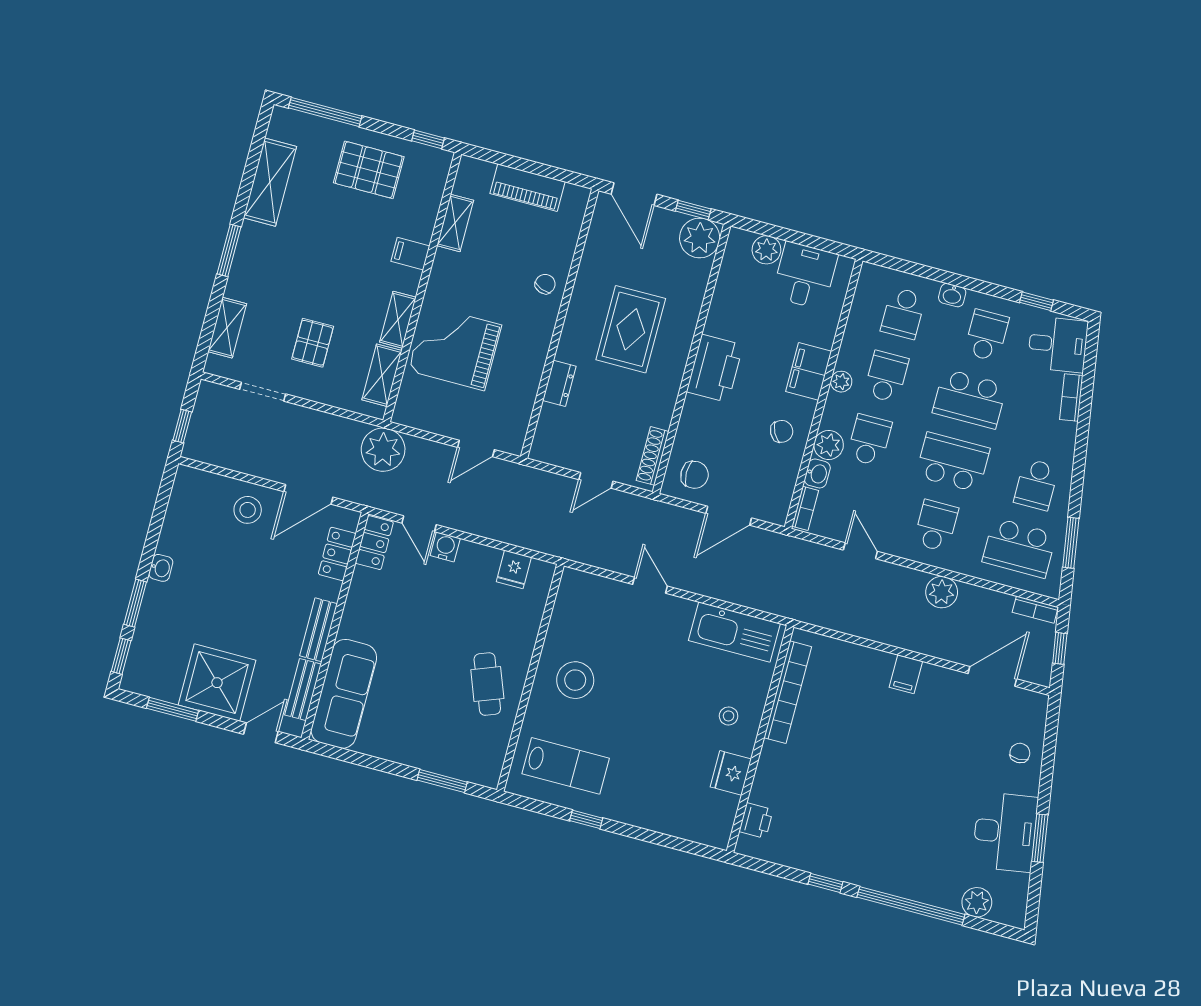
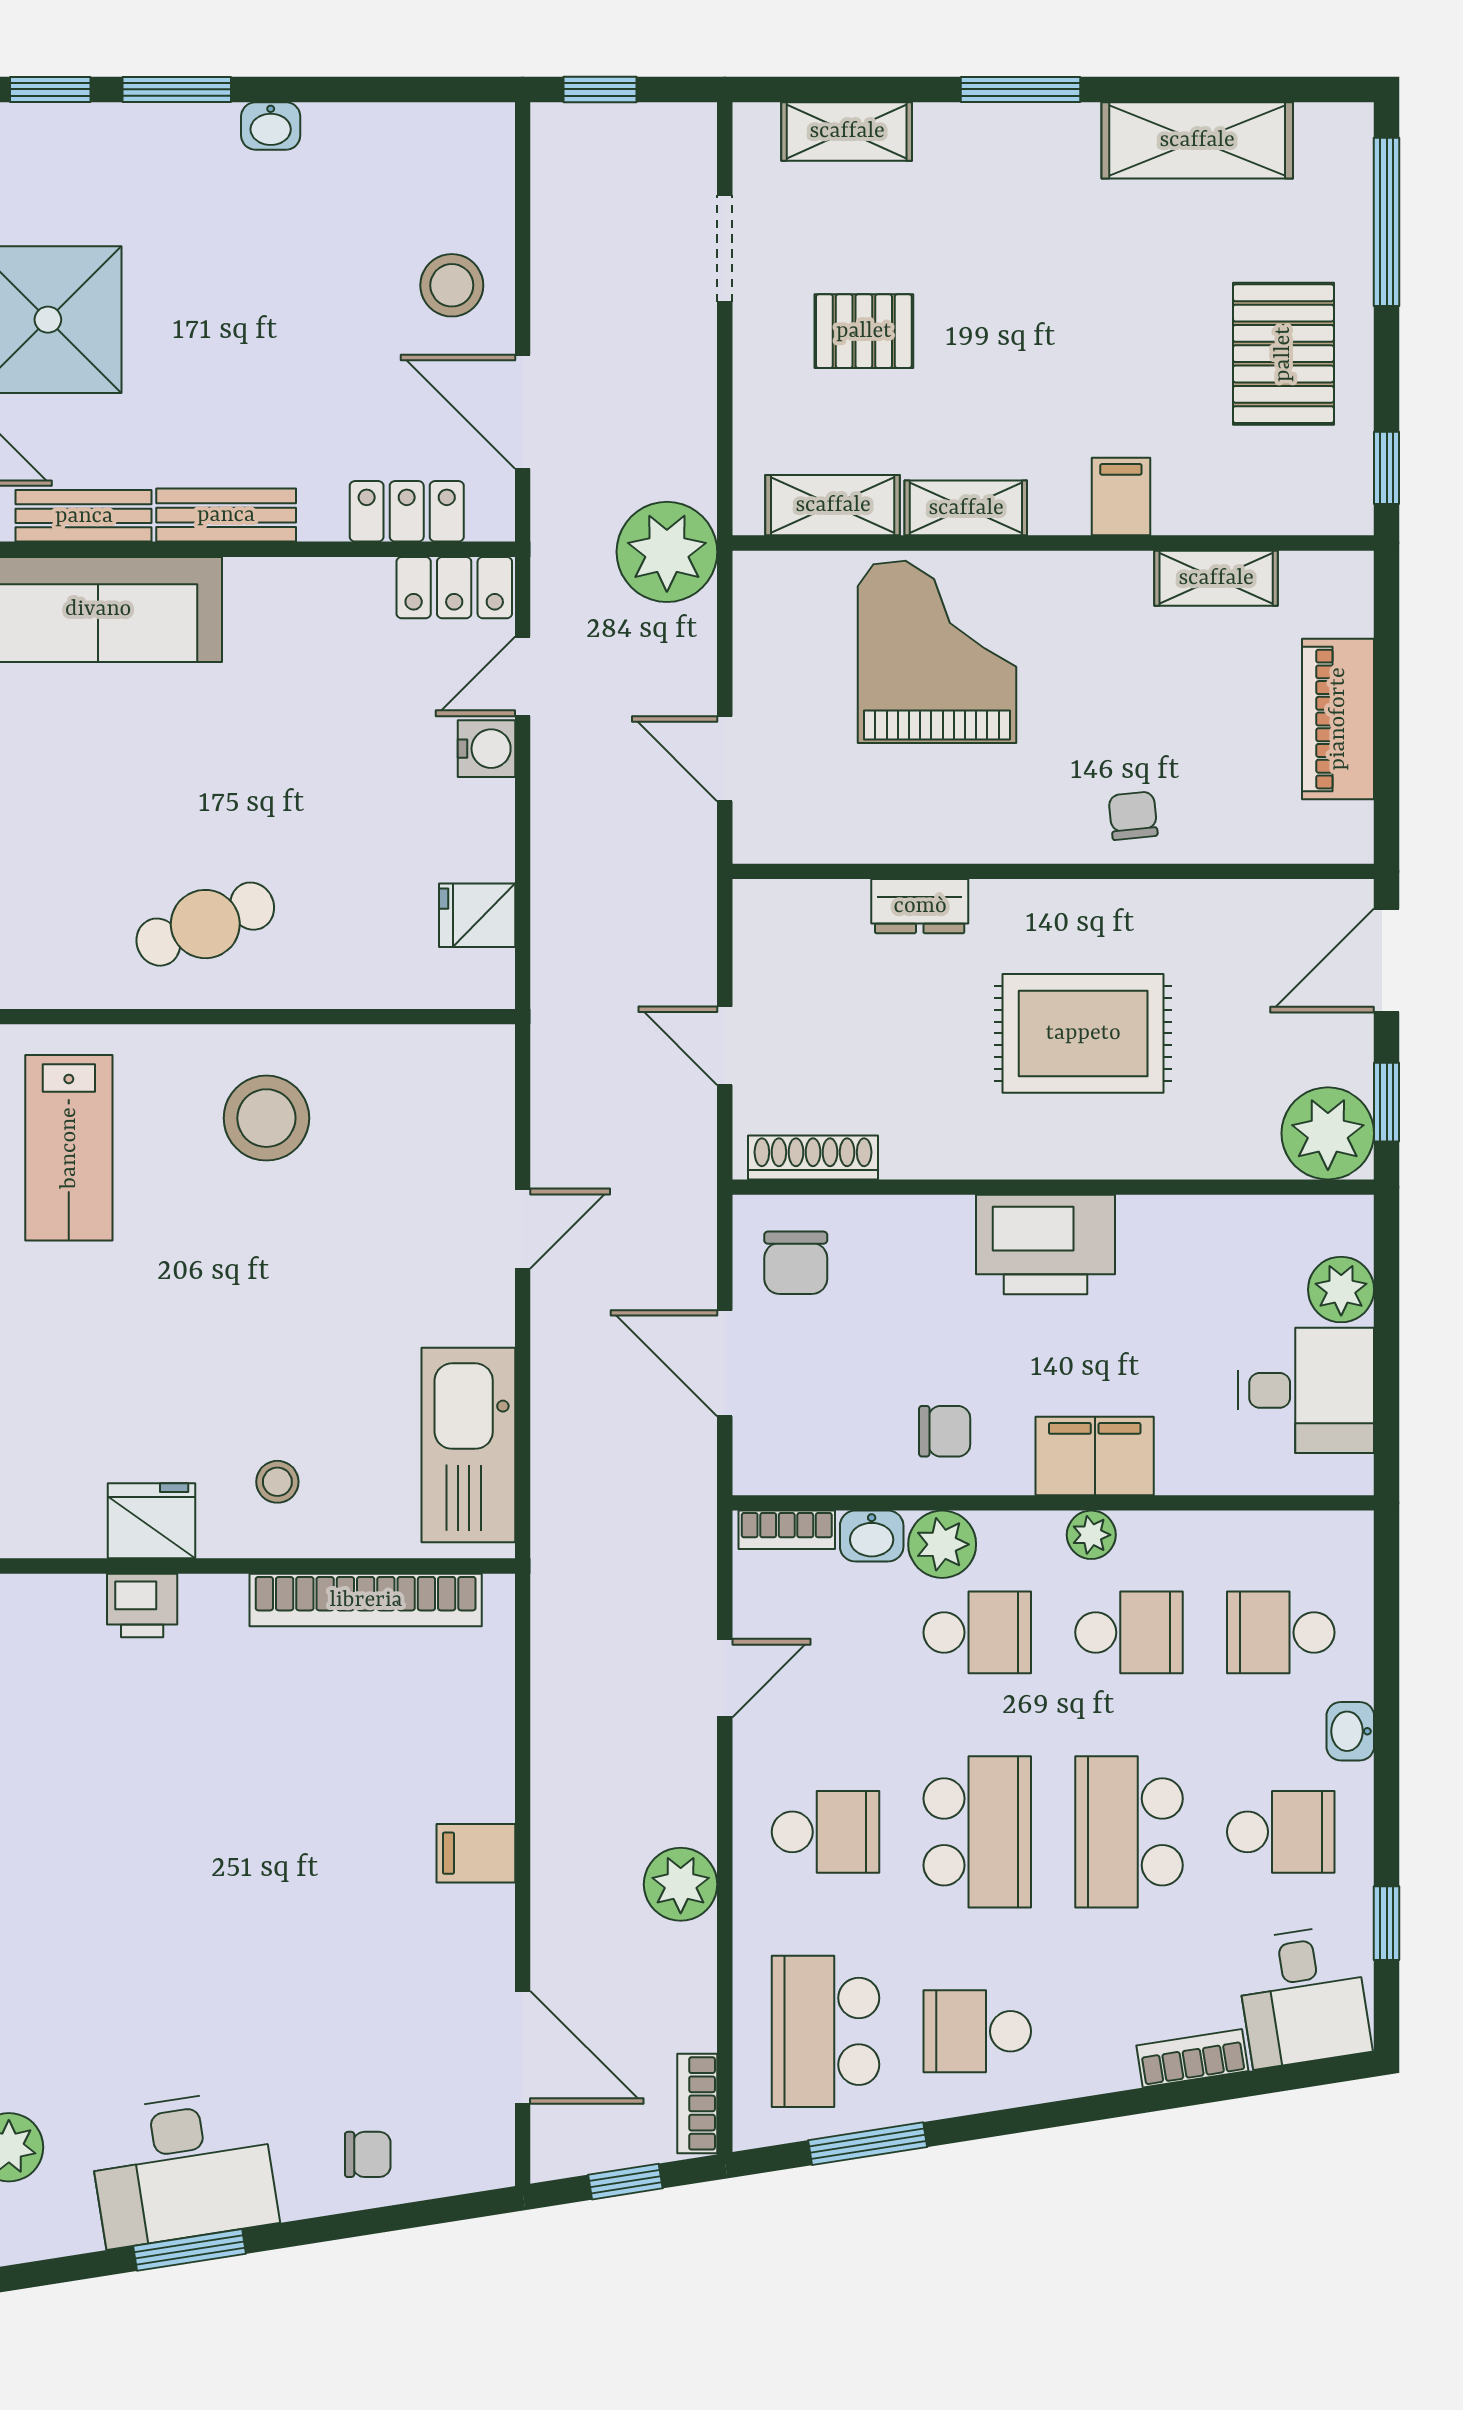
chair: (545, 284) -> (1133, 816), turned -117
chair: (782, 431) -> (945, 1431), turned -63
printer: (756, 821) -> (142, 1606), moved

